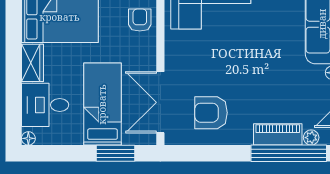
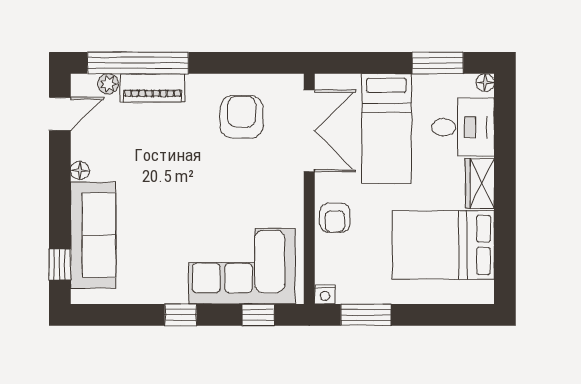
armchair: (140, 20) -> (335, 218), moved
armchair: (211, 113) -> (242, 117), turned -90
window: (115, 153) -> (438, 63), moved

